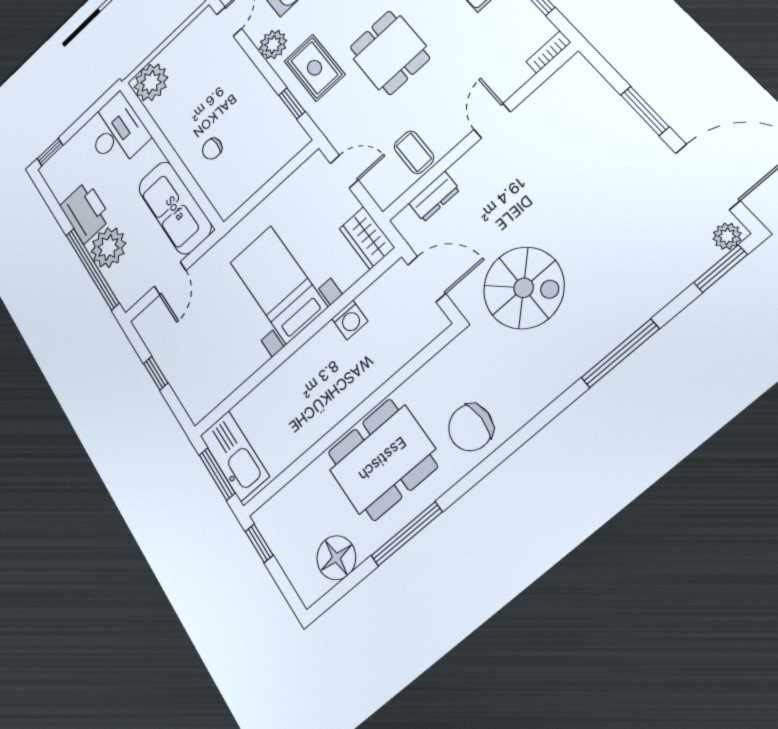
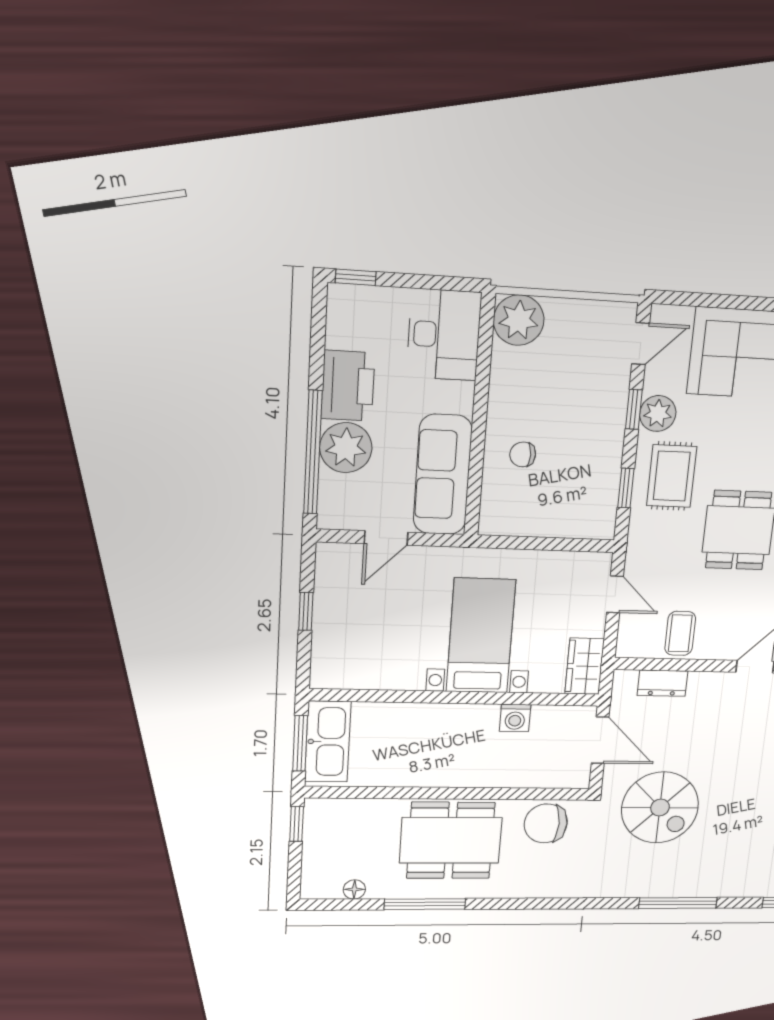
window: (257, 57) -> (634, 409), added
chair: (471, 428) -> (546, 823), moved
floor lamp: (336, 558) -> (354, 889), width x0.53, depth x0.53

